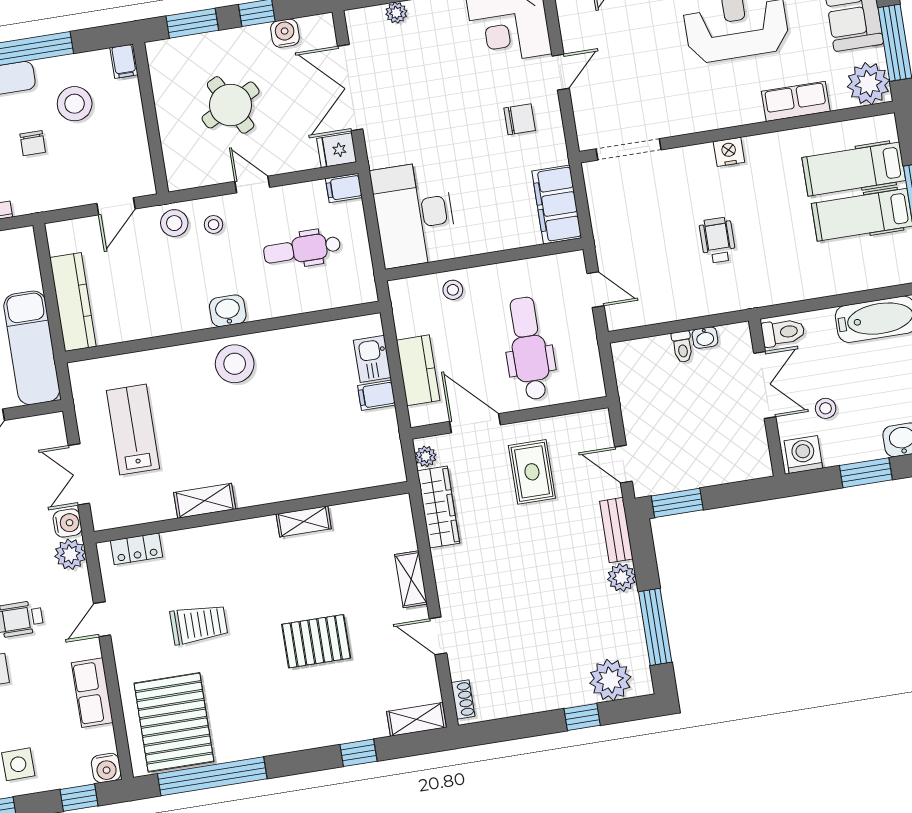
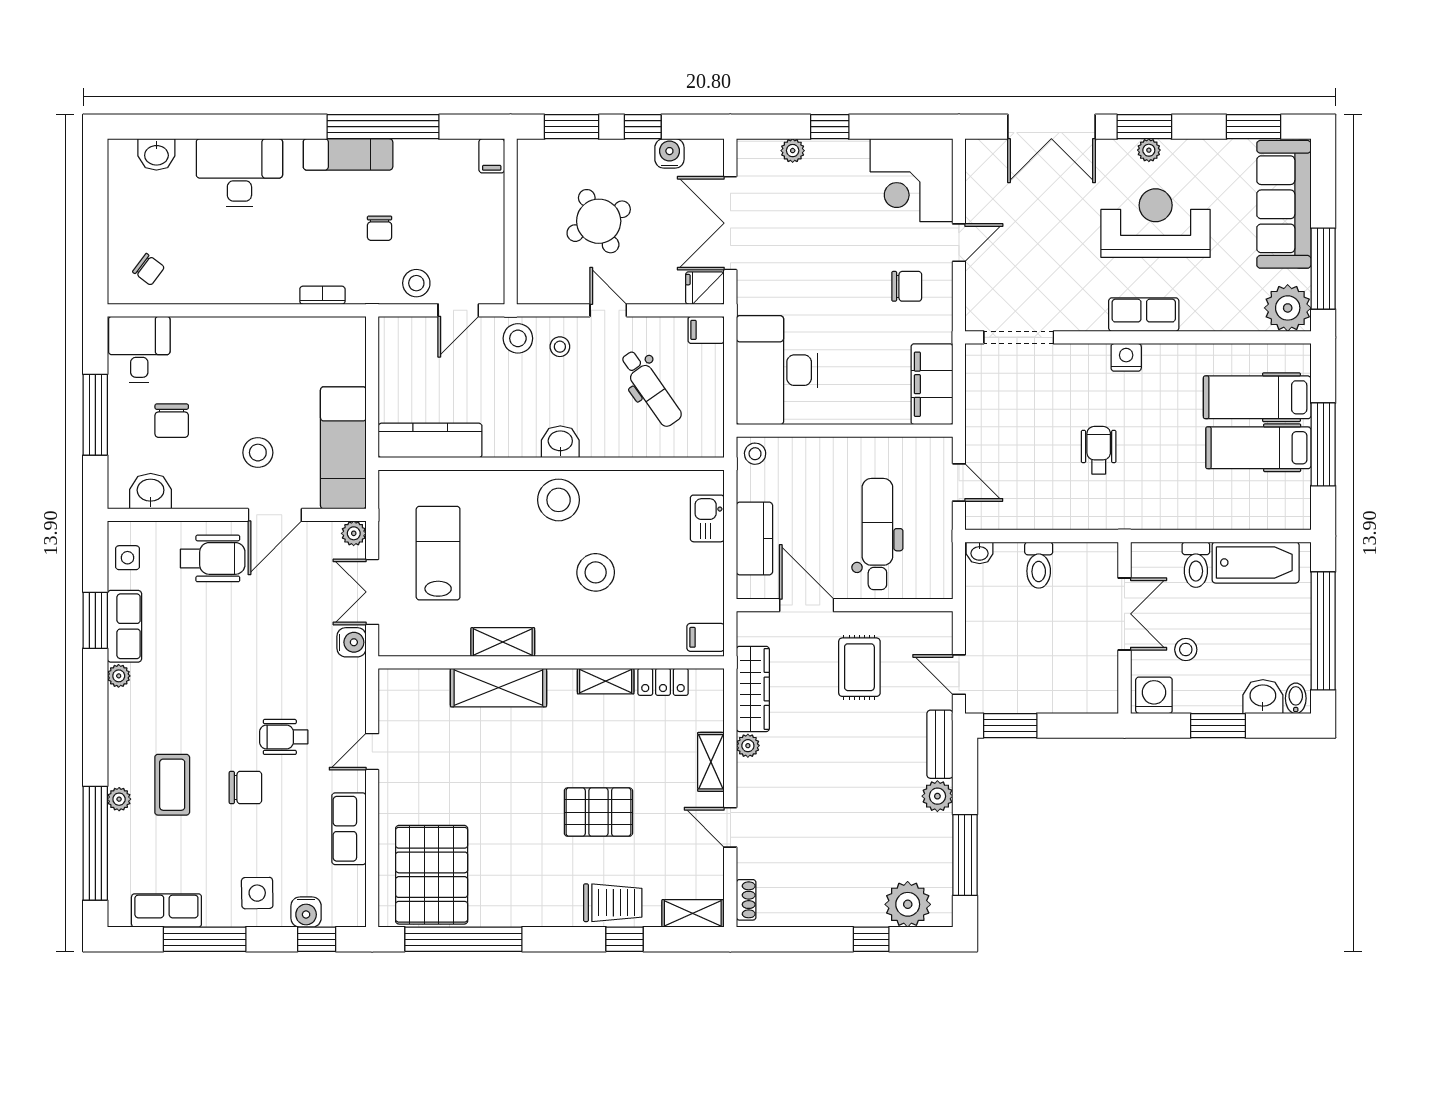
row of seats: (796, 101) -> (1144, 315), moved
stool: (75, 104) -> (416, 283), moved, width x0.73, depth x0.73
dental chair: (302, 249) -> (651, 388), turned -125
stool: (453, 290) -> (755, 454), moved
kitchen counter: (73, 302) -> (430, 440), moved, turned -90
toilet: (783, 332) -> (1196, 565), moved, turned 90
washbasin: (705, 338) -> (980, 553), moved
toilet: (682, 347) -> (1039, 565), width x1.37, depth x1.39
filing cabinet: (377, 395) -> (706, 637), moved
stool: (279, 424) -> (596, 572), added
plant: (426, 456) -> (748, 746), moved
shelving: (207, 543) -> (498, 688), added
locker: (137, 549) -> (663, 682), moved
plant: (70, 554) -> (354, 533), moved, width x0.73, depth x0.73
trolley: (199, 624) -> (613, 903), moved
water cooler: (106, 768) -> (306, 912), moved

